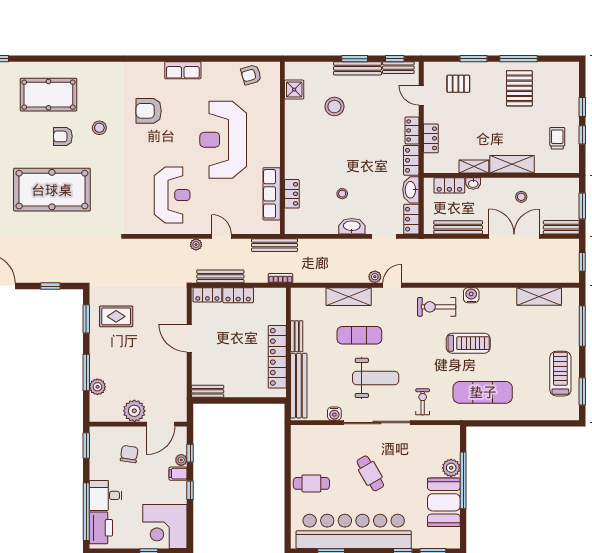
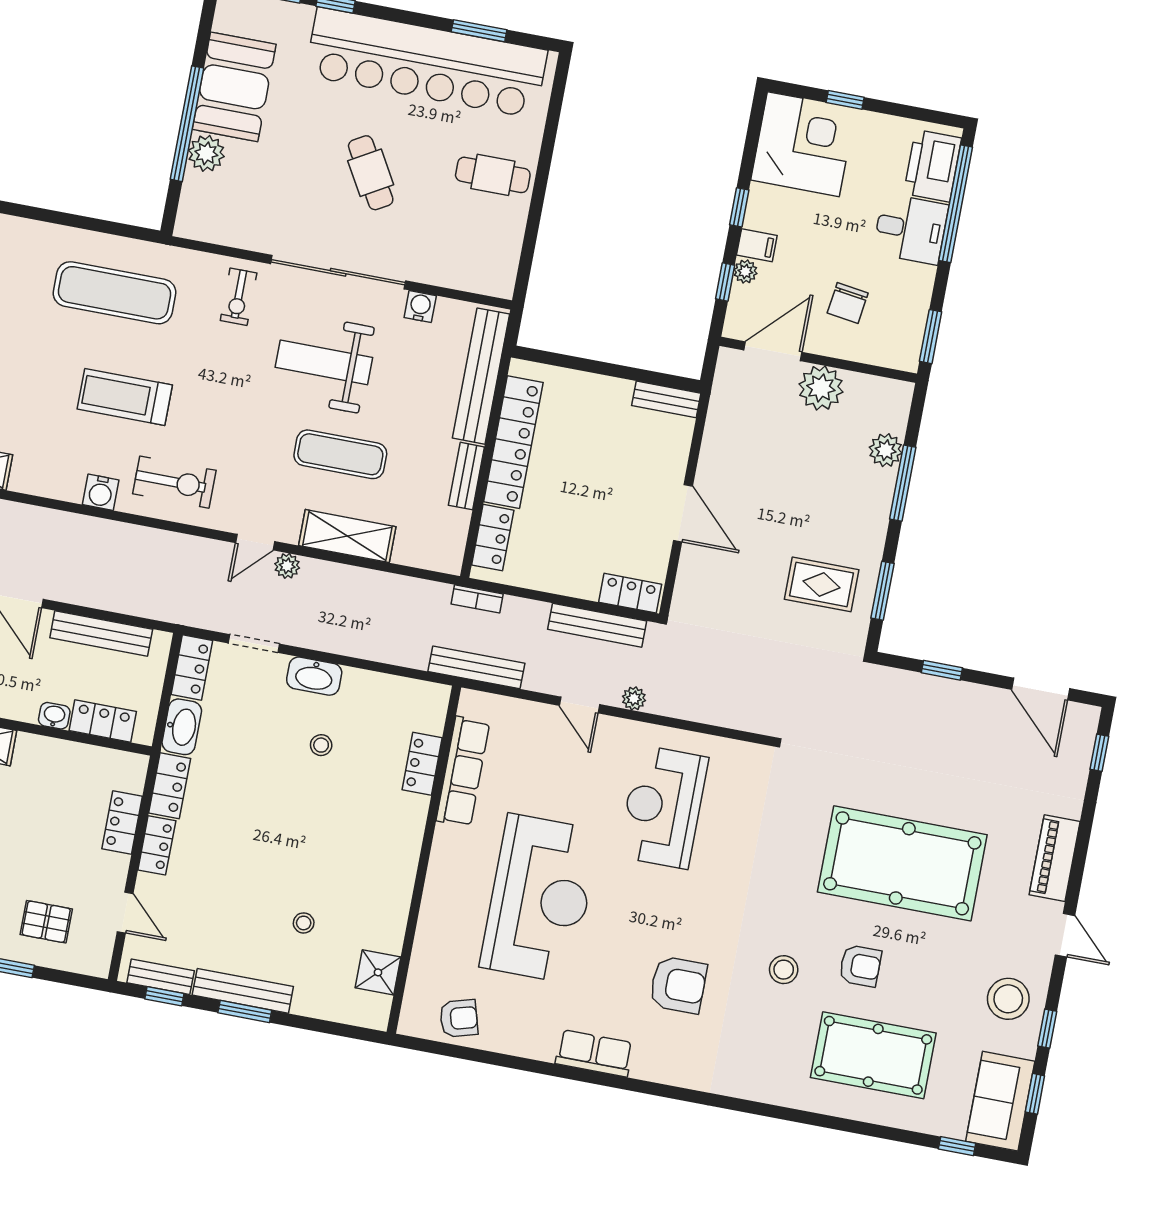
stool: (334, 107) -> (304, 923), width x0.53, depth x0.53
shelving: (474, 166) -> (46, 750), removed
locker: (238, 295) -> (493, 538), moved, turned 90

